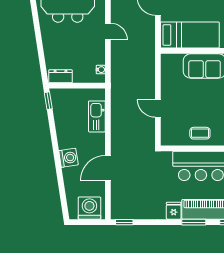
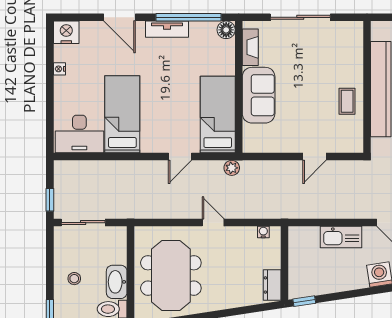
door: (108, 31) -> (213, 223), hinge flipped
plant: (149, 46) -> (232, 168), added
kitchen sink: (97, 116) -> (341, 237), moved

